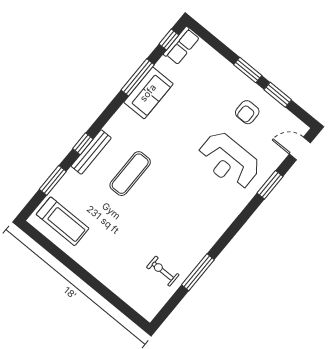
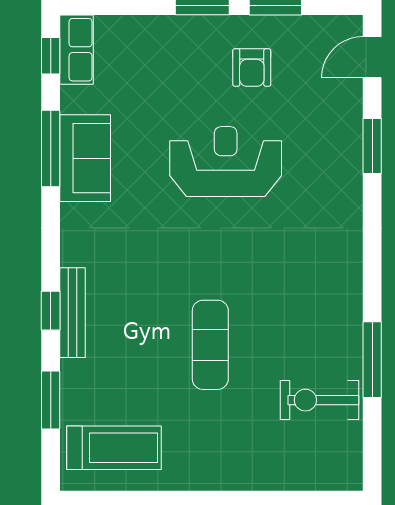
reception desk: (229, 161) -> (226, 162), moved, turned 180
exercise mat: (130, 174) -> (210, 345), moved
exercise bike: (163, 271) -> (319, 400), width x1.38, depth x1.39

